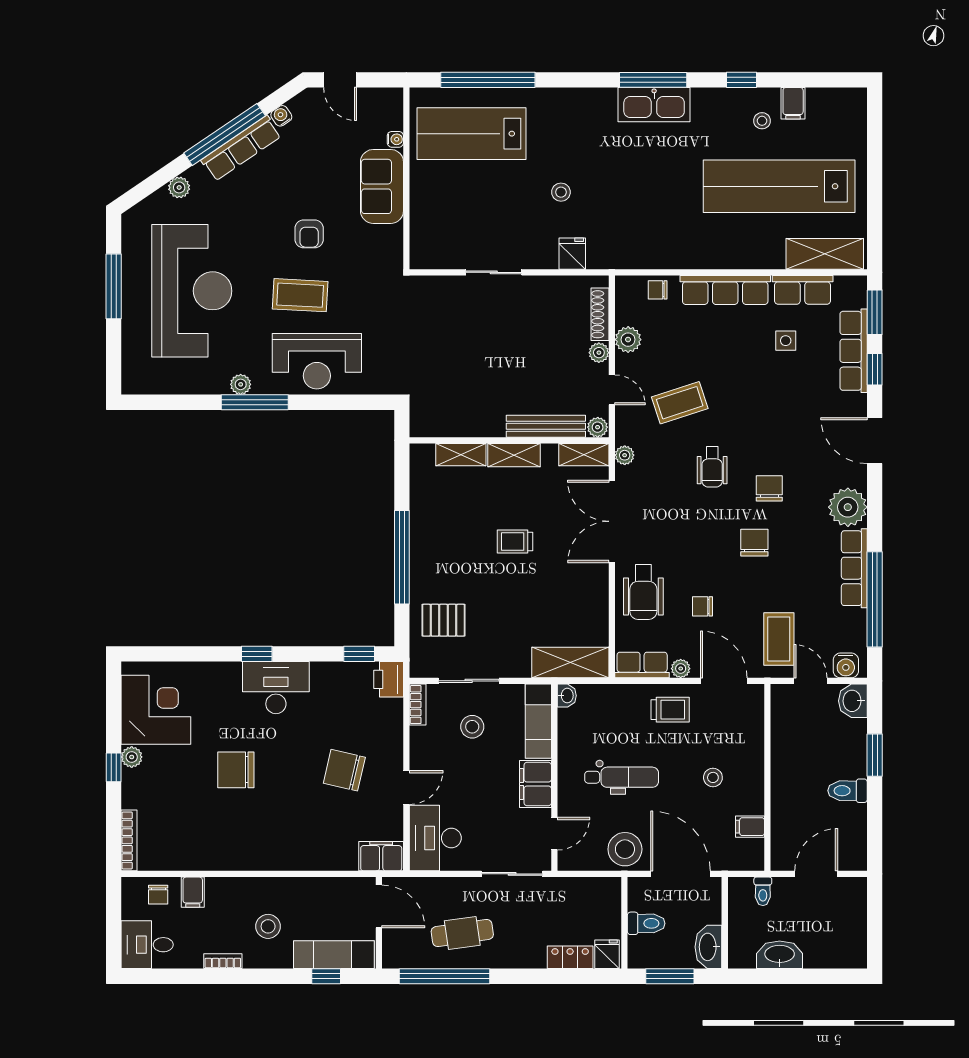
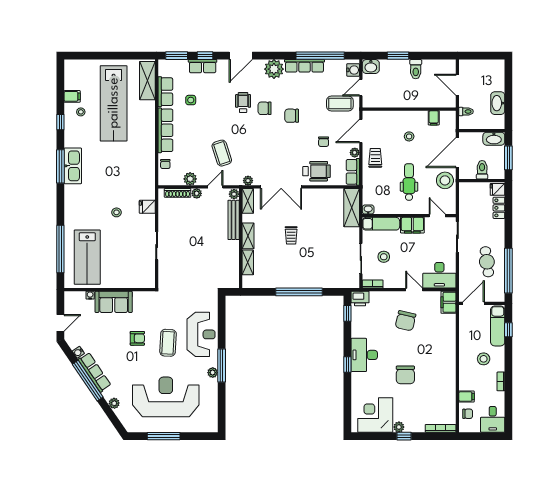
row of seats: (854, 351) -> (203, 66), width x0.68
wheelchair: (712, 467) -> (243, 103), moved, turned -90
pallet: (443, 620) -> (330, 271), removed

